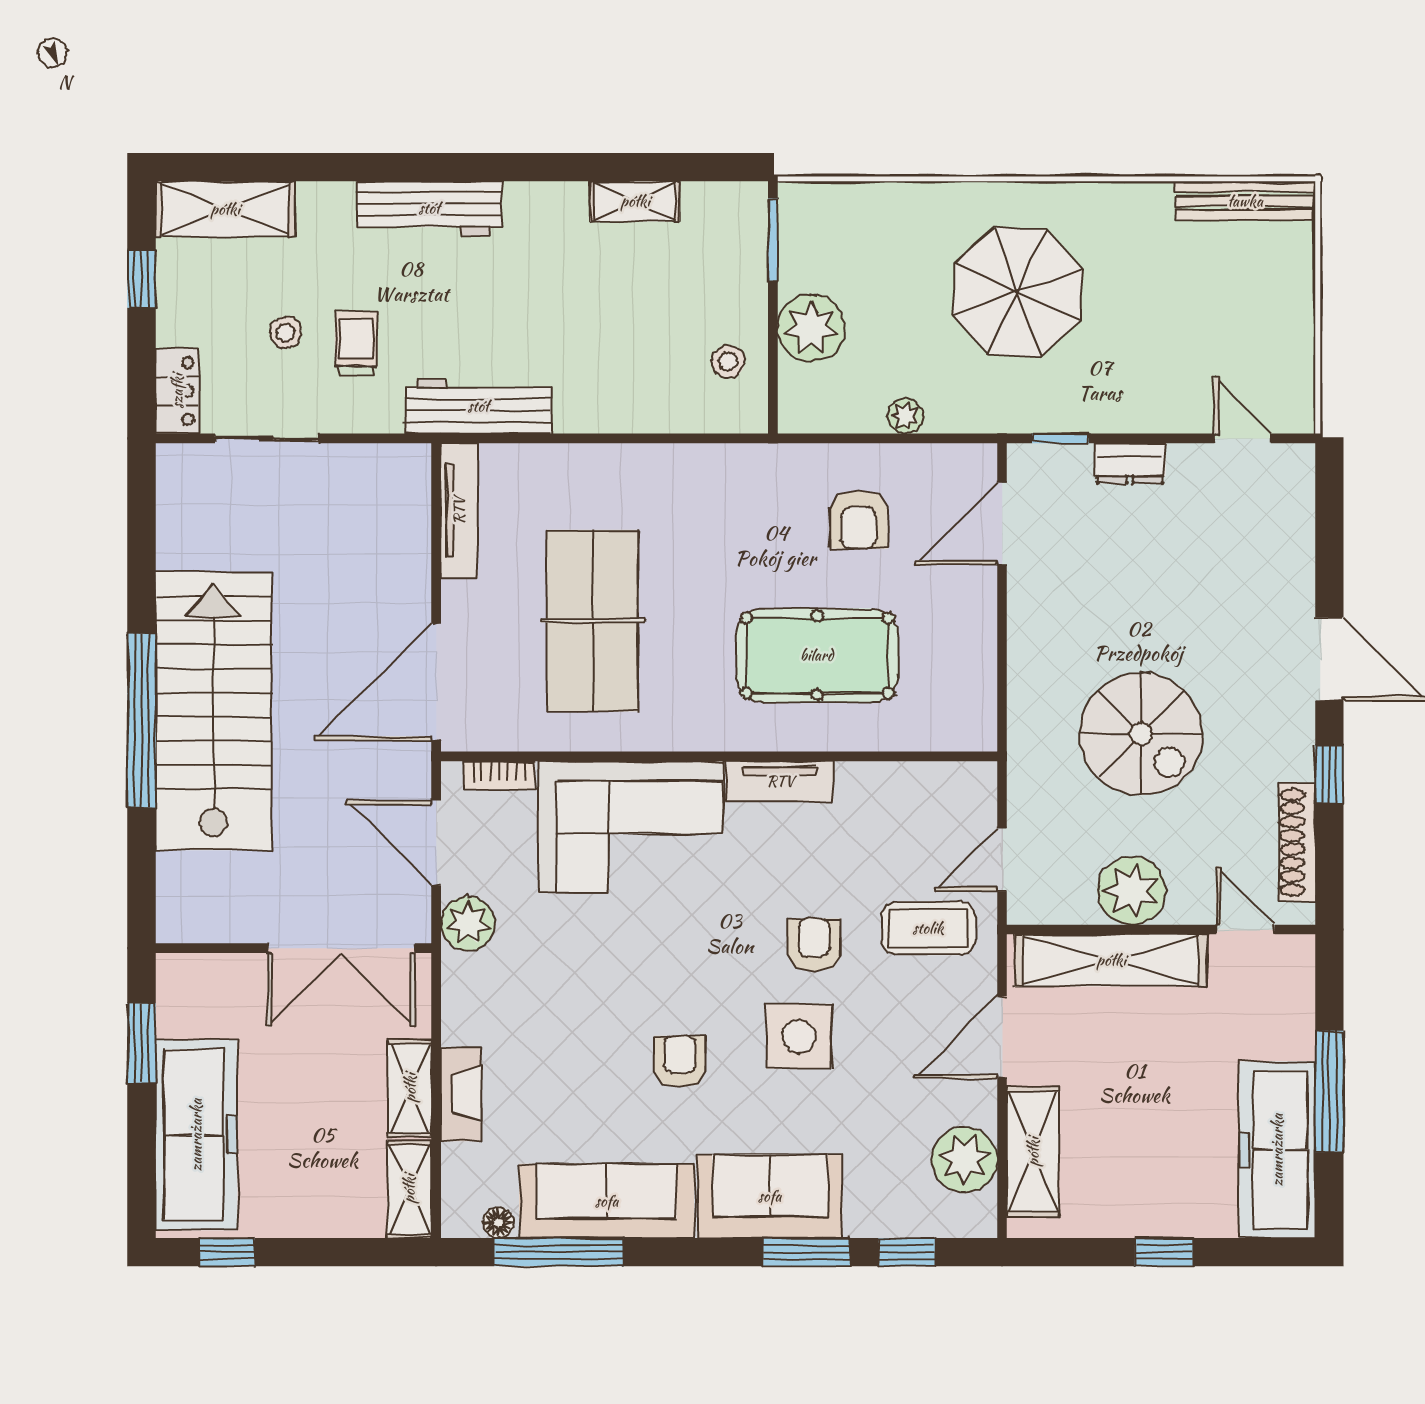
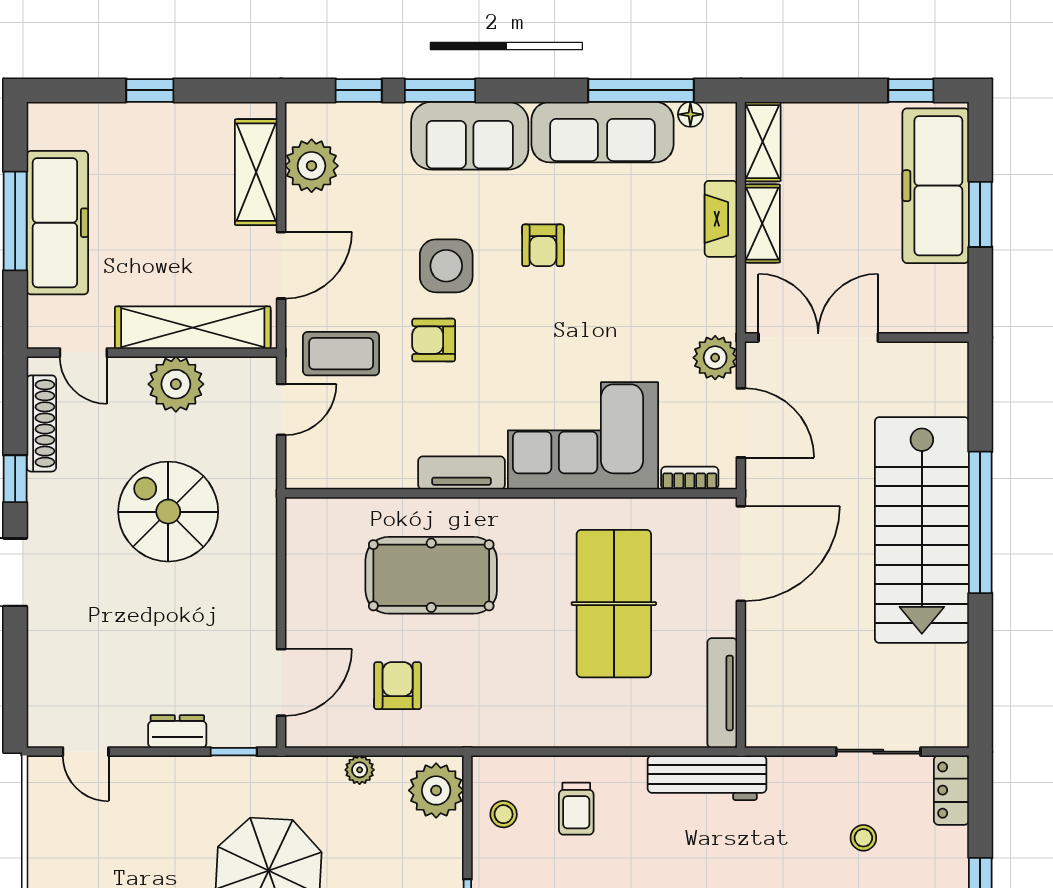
plant: (811, 328) -> (436, 790), moved
trolley: (356, 344) -> (576, 809), moved
armchair: (814, 945) -> (434, 340), turned 90
window: (142, 1043) -> (980, 214), moved
freezer: (1277, 1150) -> (57, 223), moved

